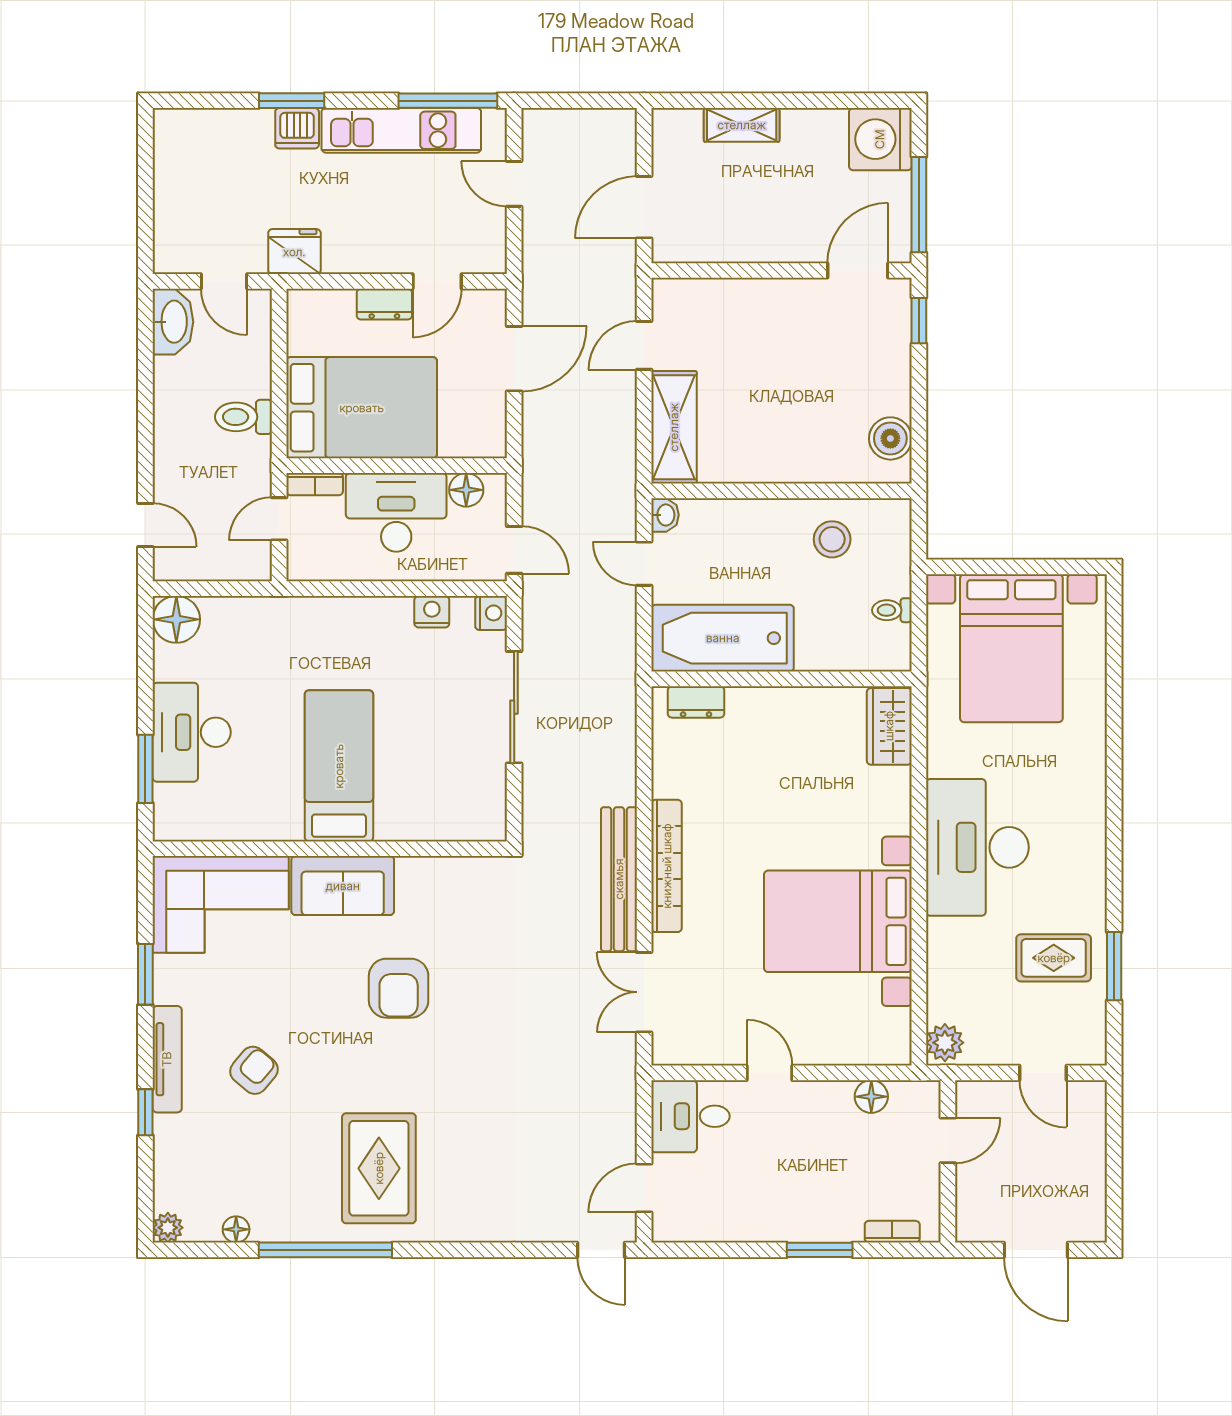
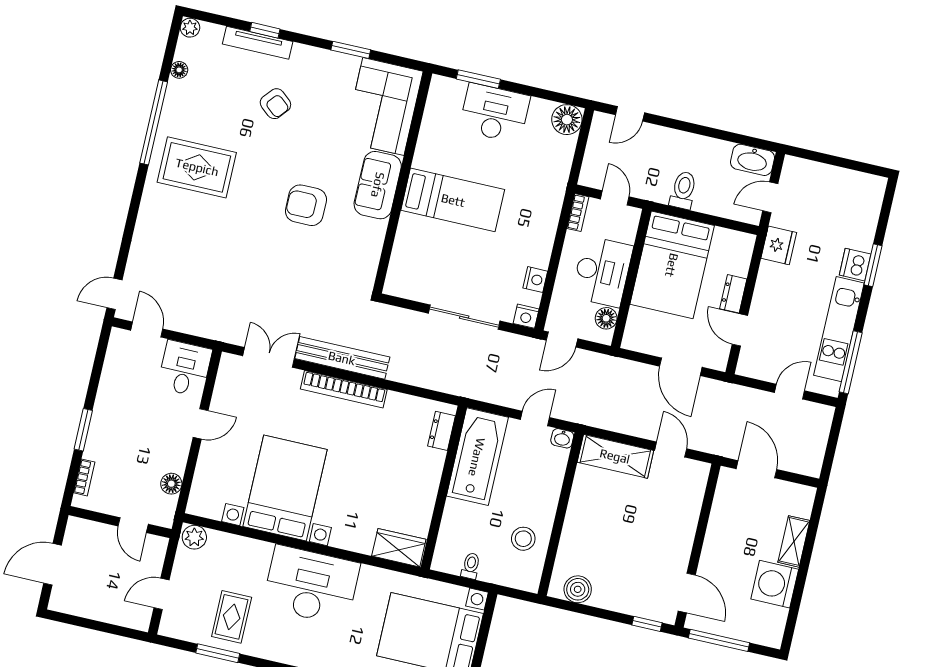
washing machine: (880, 139) -> (775, 584), moved, turned -90
bookcase: (315, 484) -> (578, 213), moved, turned 180
tv unit: (167, 1059) -> (258, 43), moved

